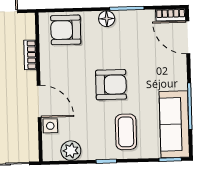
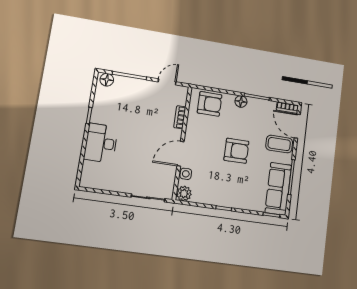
armchair: (66, 30) -> (210, 104), turned 180
door: (39, 101) -> (180, 154), swing flipped
coffee table: (126, 132) -> (279, 144), moved, turned 90
plant: (71, 151) -> (184, 194), moved

